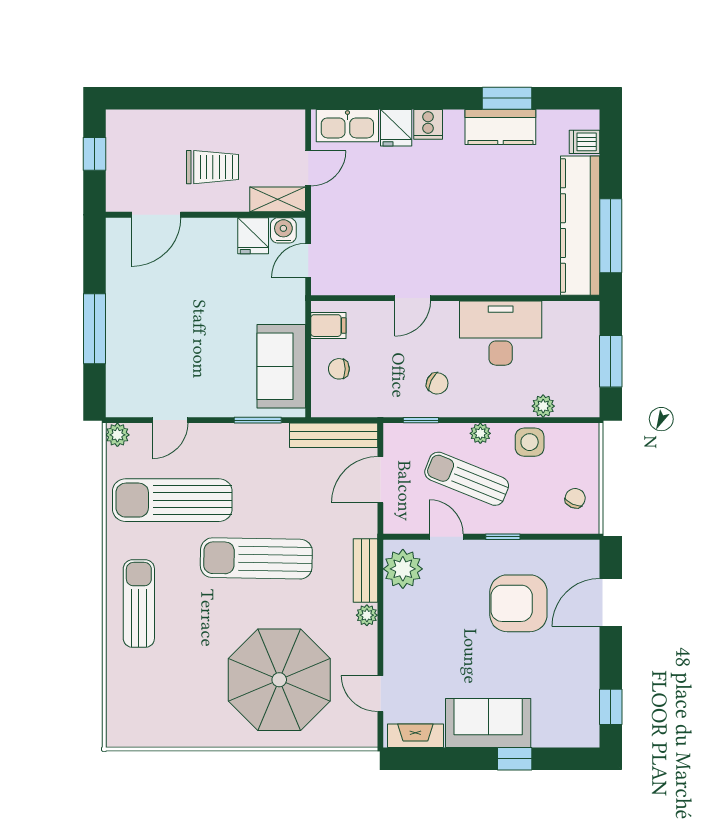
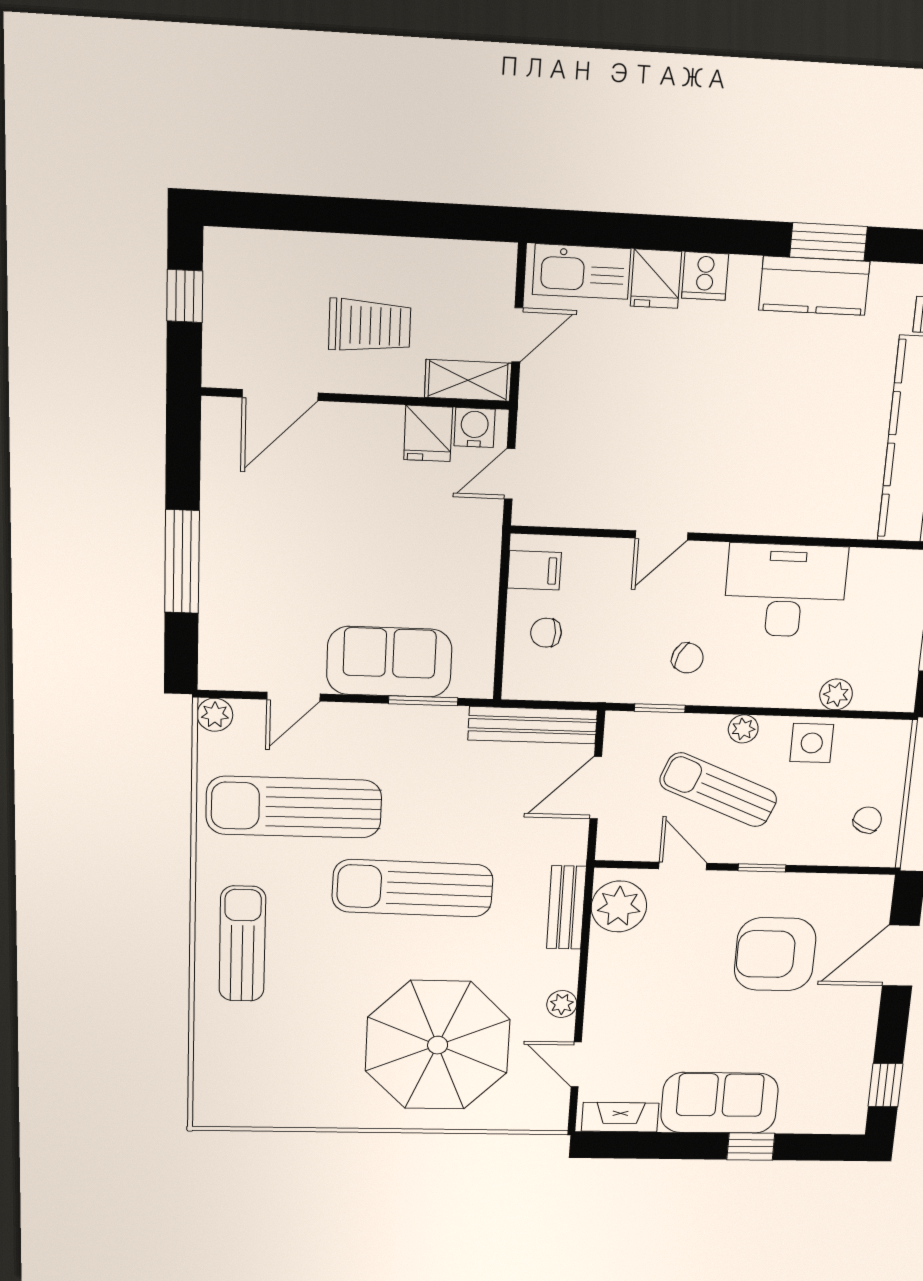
sofa: (281, 366) -> (389, 662), moved, turned 90
plant: (367, 615) -> (562, 1004), moved

